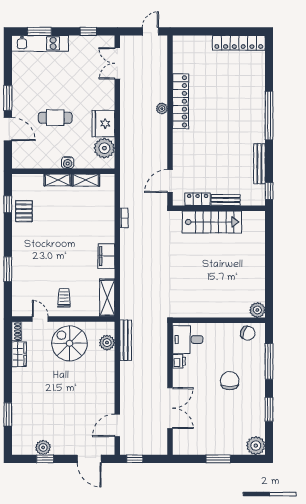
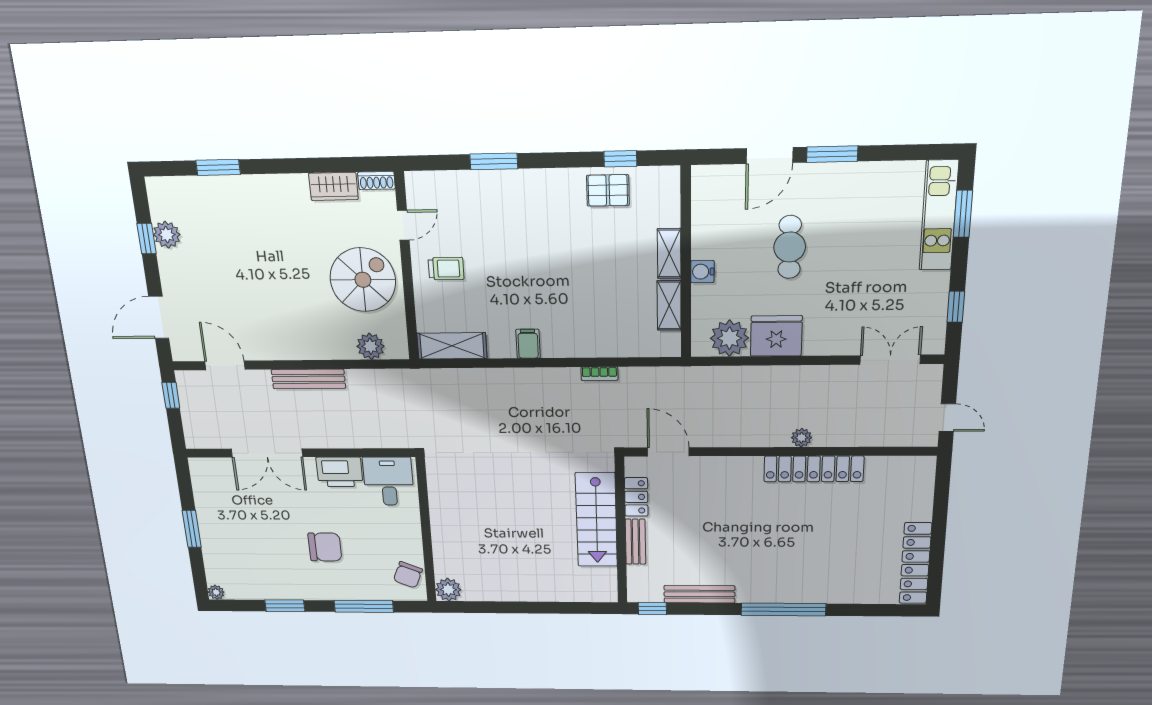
filing cabinet: (106, 256) -> (528, 344), width x0.50
bench: (126, 340) -> (308, 379), moved
printer: (179, 361) -> (340, 472), width x1.87, depth x1.48
plant: (256, 446) -> (216, 592), width x0.53, depth x0.53

